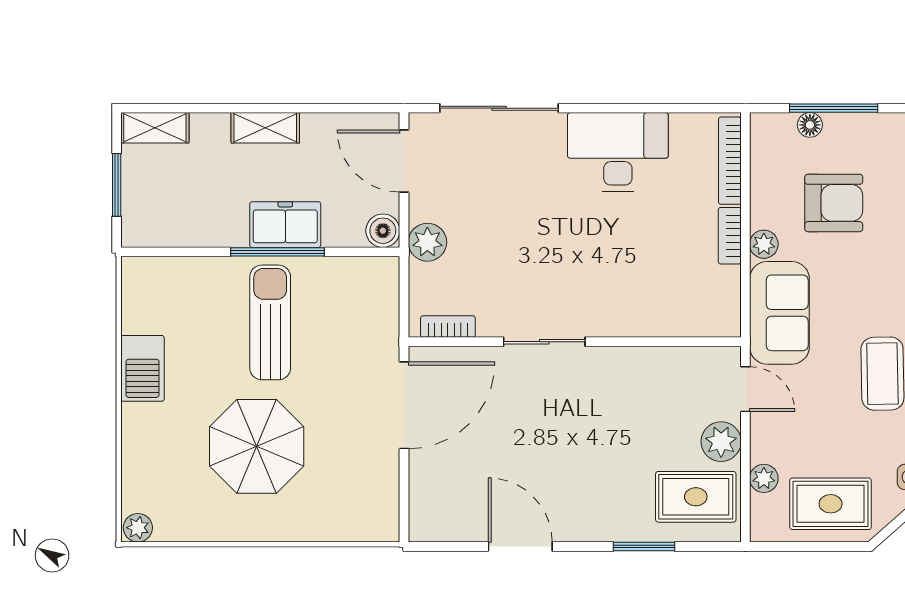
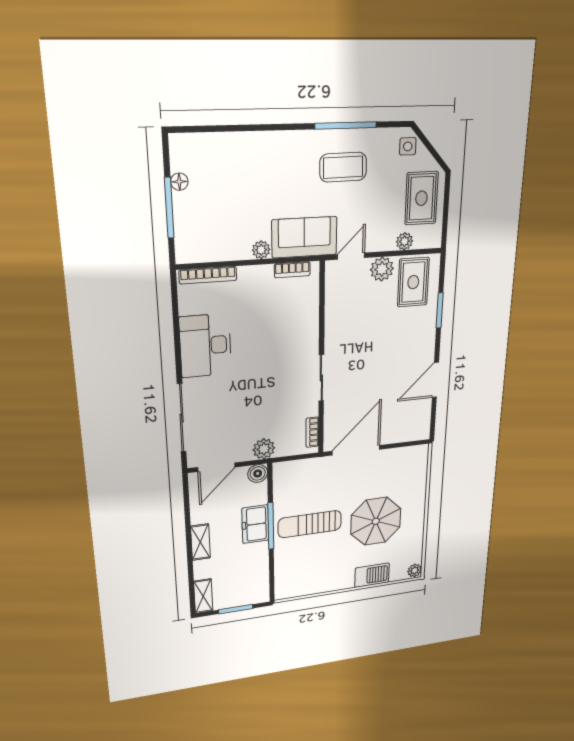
floor lamp: (810, 125) -> (179, 182), moved
armchair: (834, 203) -> (233, 205), removed
bookcase: (730, 236) -> (292, 270), moved
barbecue: (143, 368) -> (372, 575), moved
door: (404, 405) -> (356, 450), hinge flipped

